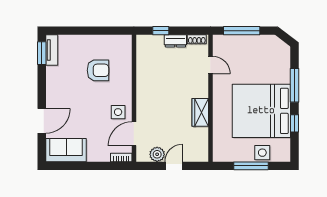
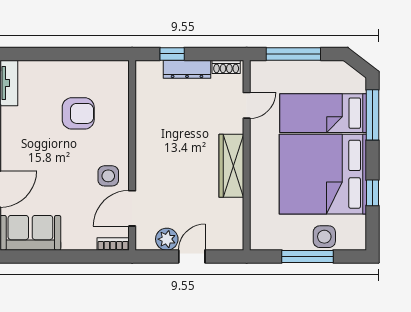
dresser: (175, 41) -> (187, 69), width x1.44
door: (210, 65) -> (247, 105), hinge flipped
bed: (262, 70) -> (323, 113), added
window: (295, 85) -> (372, 115), moved
wardrobe: (200, 112) -> (231, 166), width x1.50

